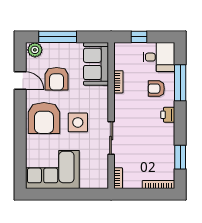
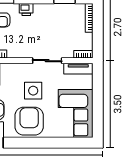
armchair: (44, 118) -> (29, 121), turned -90
tv unit: (102, 173) -> (78, 69), added

